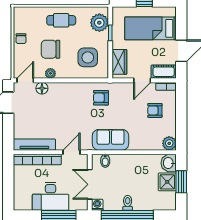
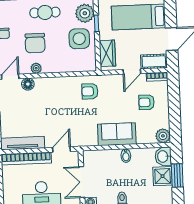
chair: (50, 49) -> (35, 43), turned -90
side table: (88, 57) -> (79, 39), moved
sofa: (110, 140) -> (117, 134), moved
bidet: (105, 161) -> (126, 156), moved

